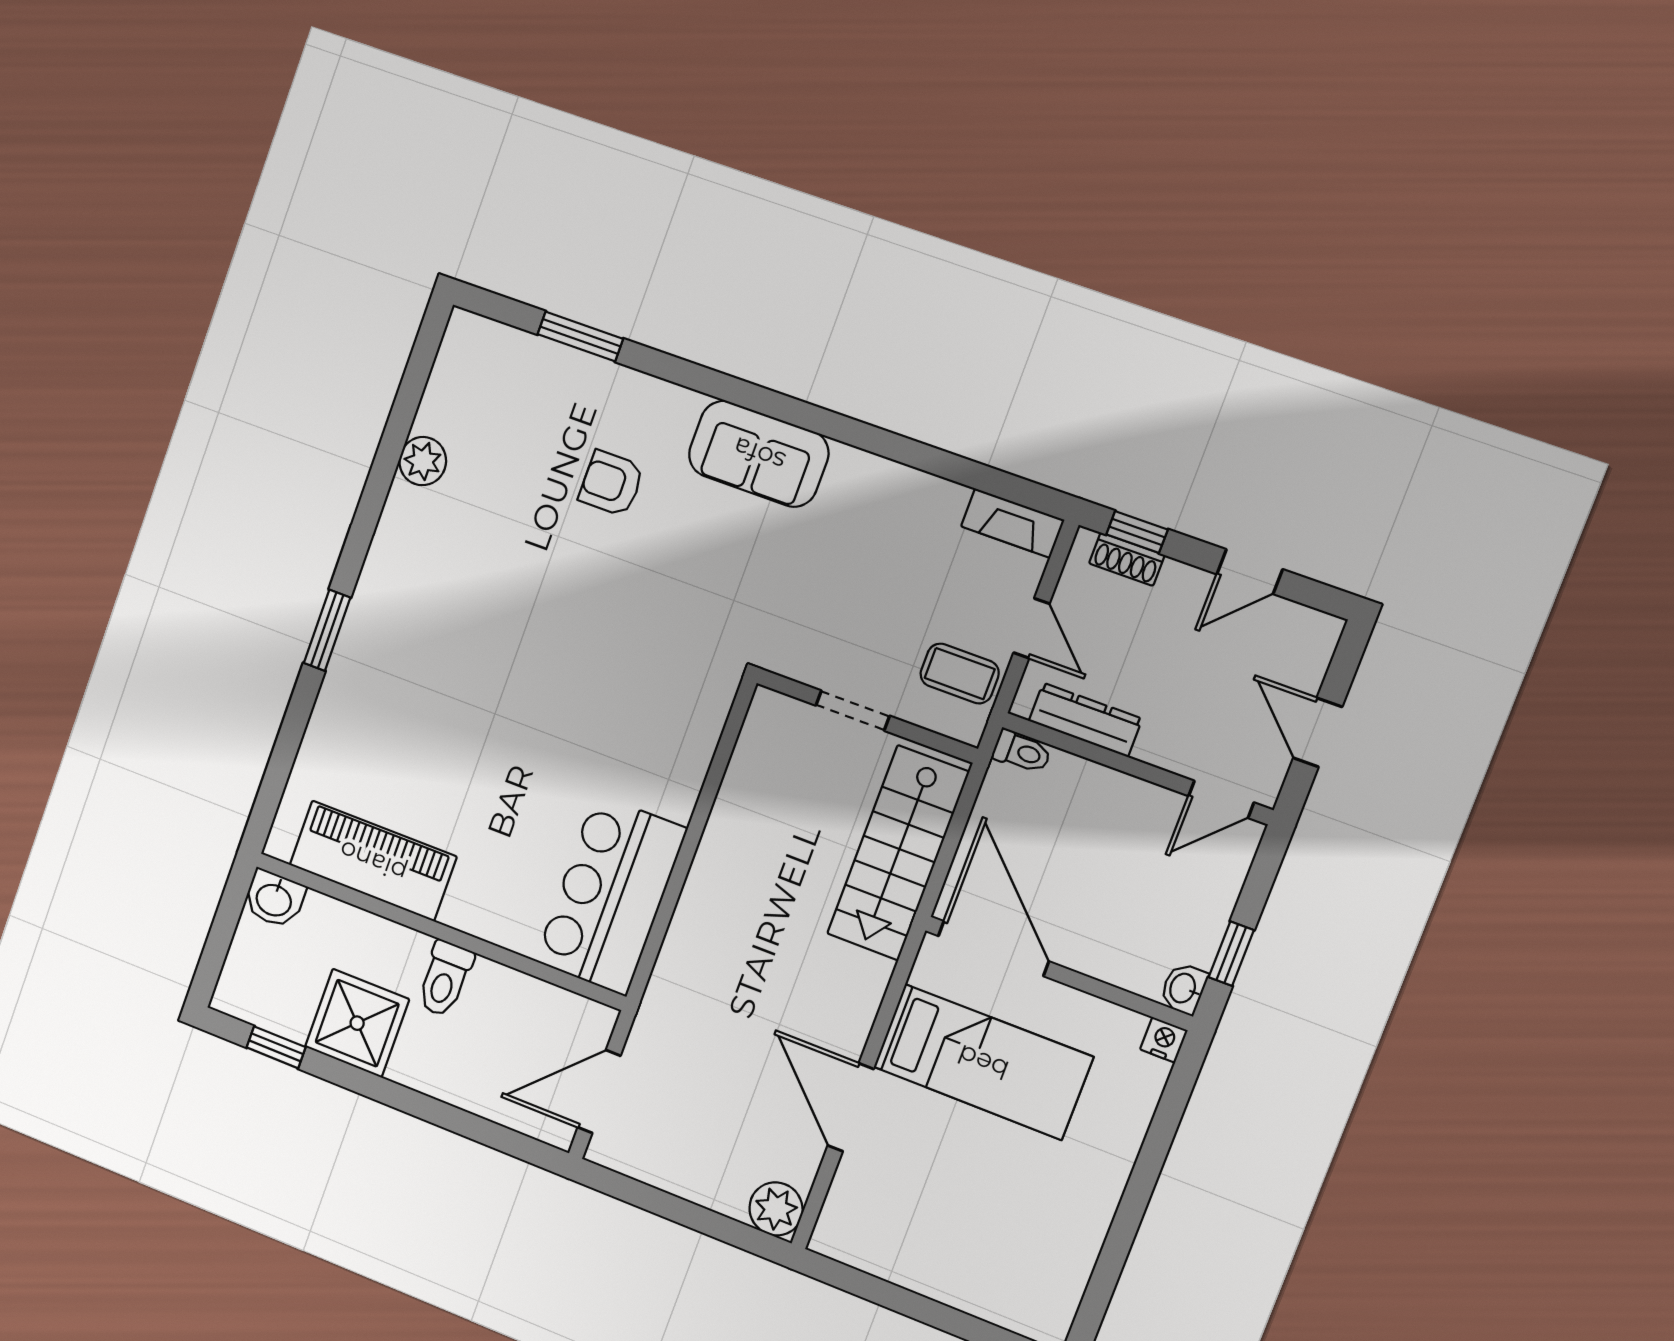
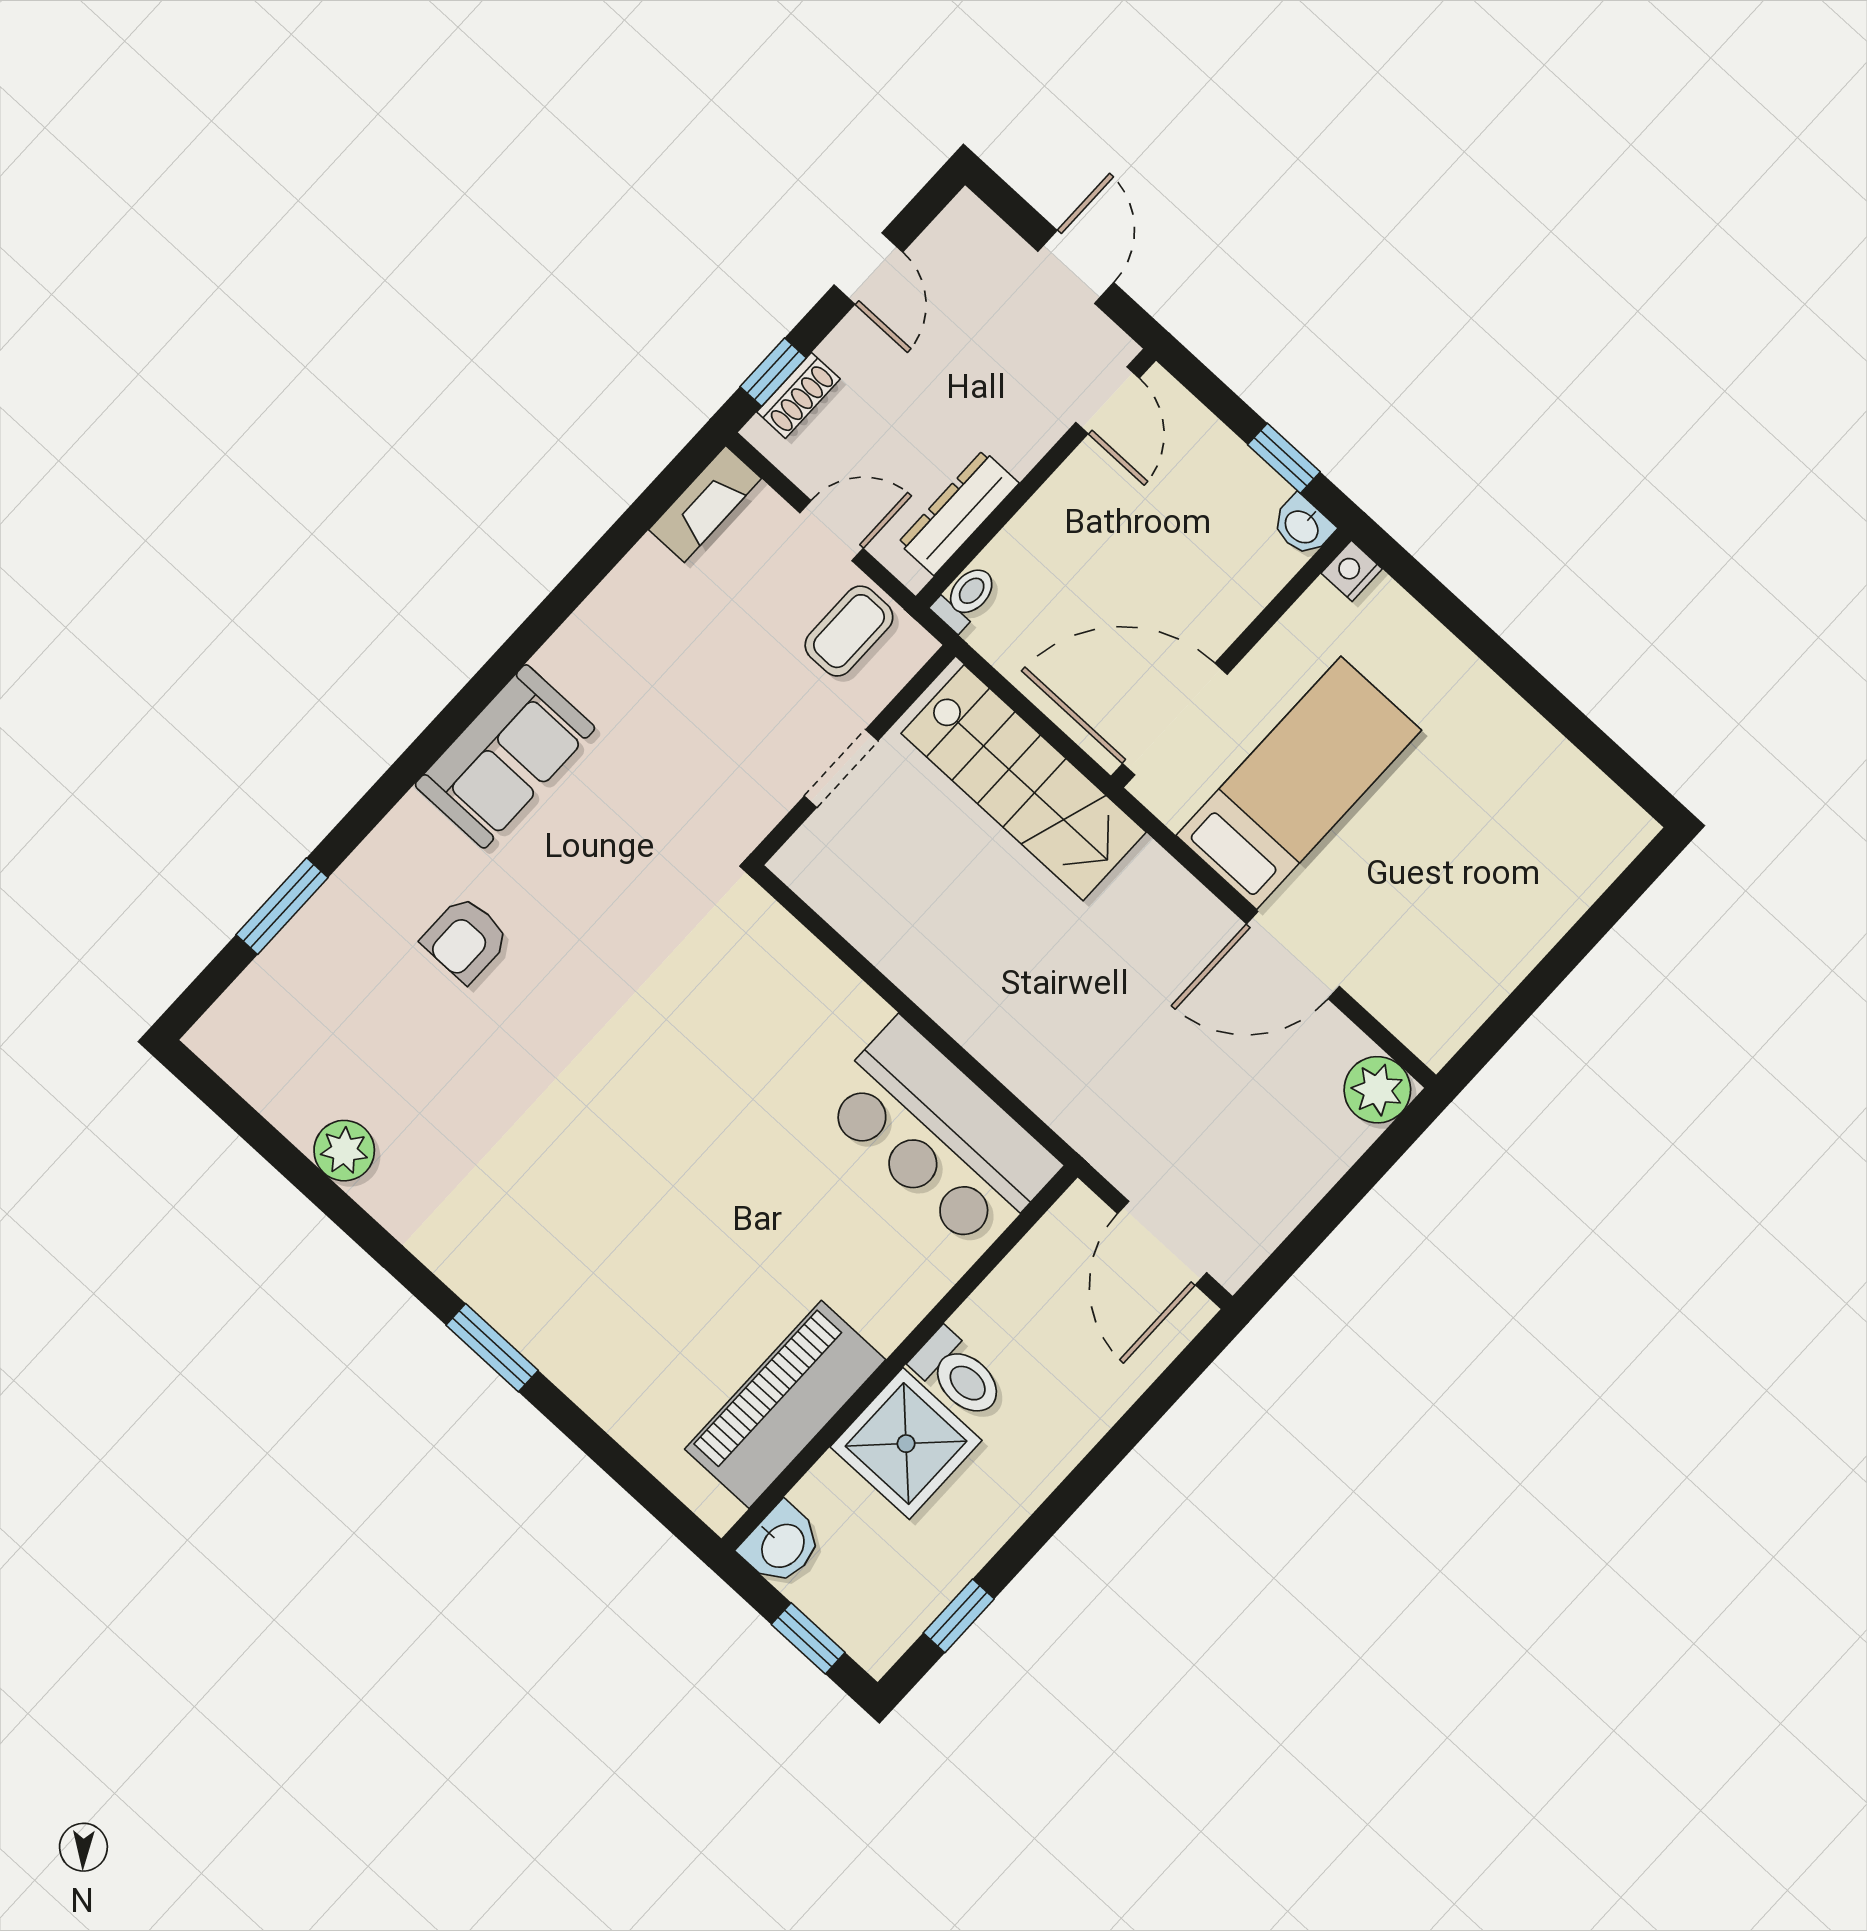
door: (1318, 732) -> (1076, 267), swing flipped
window: (217, 945) -> (808, 1638), added
shower: (357, 1023) -> (906, 1444), moved

